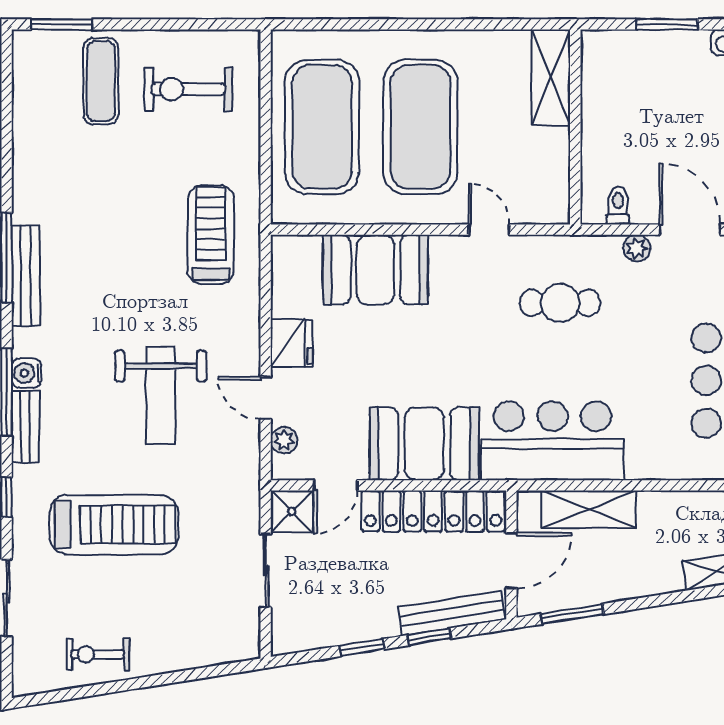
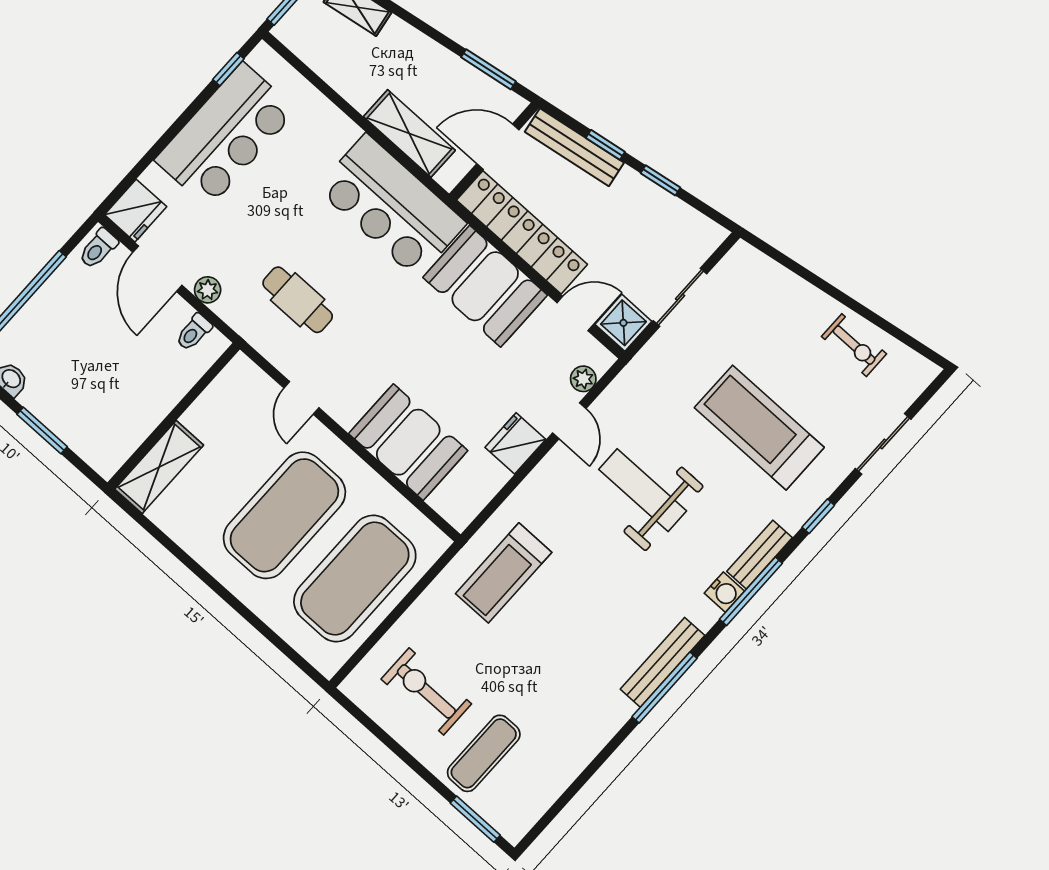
exercise bike: (188, 89) -> (426, 691), turned 180
weight bench: (161, 395) -> (643, 490), turned -90

